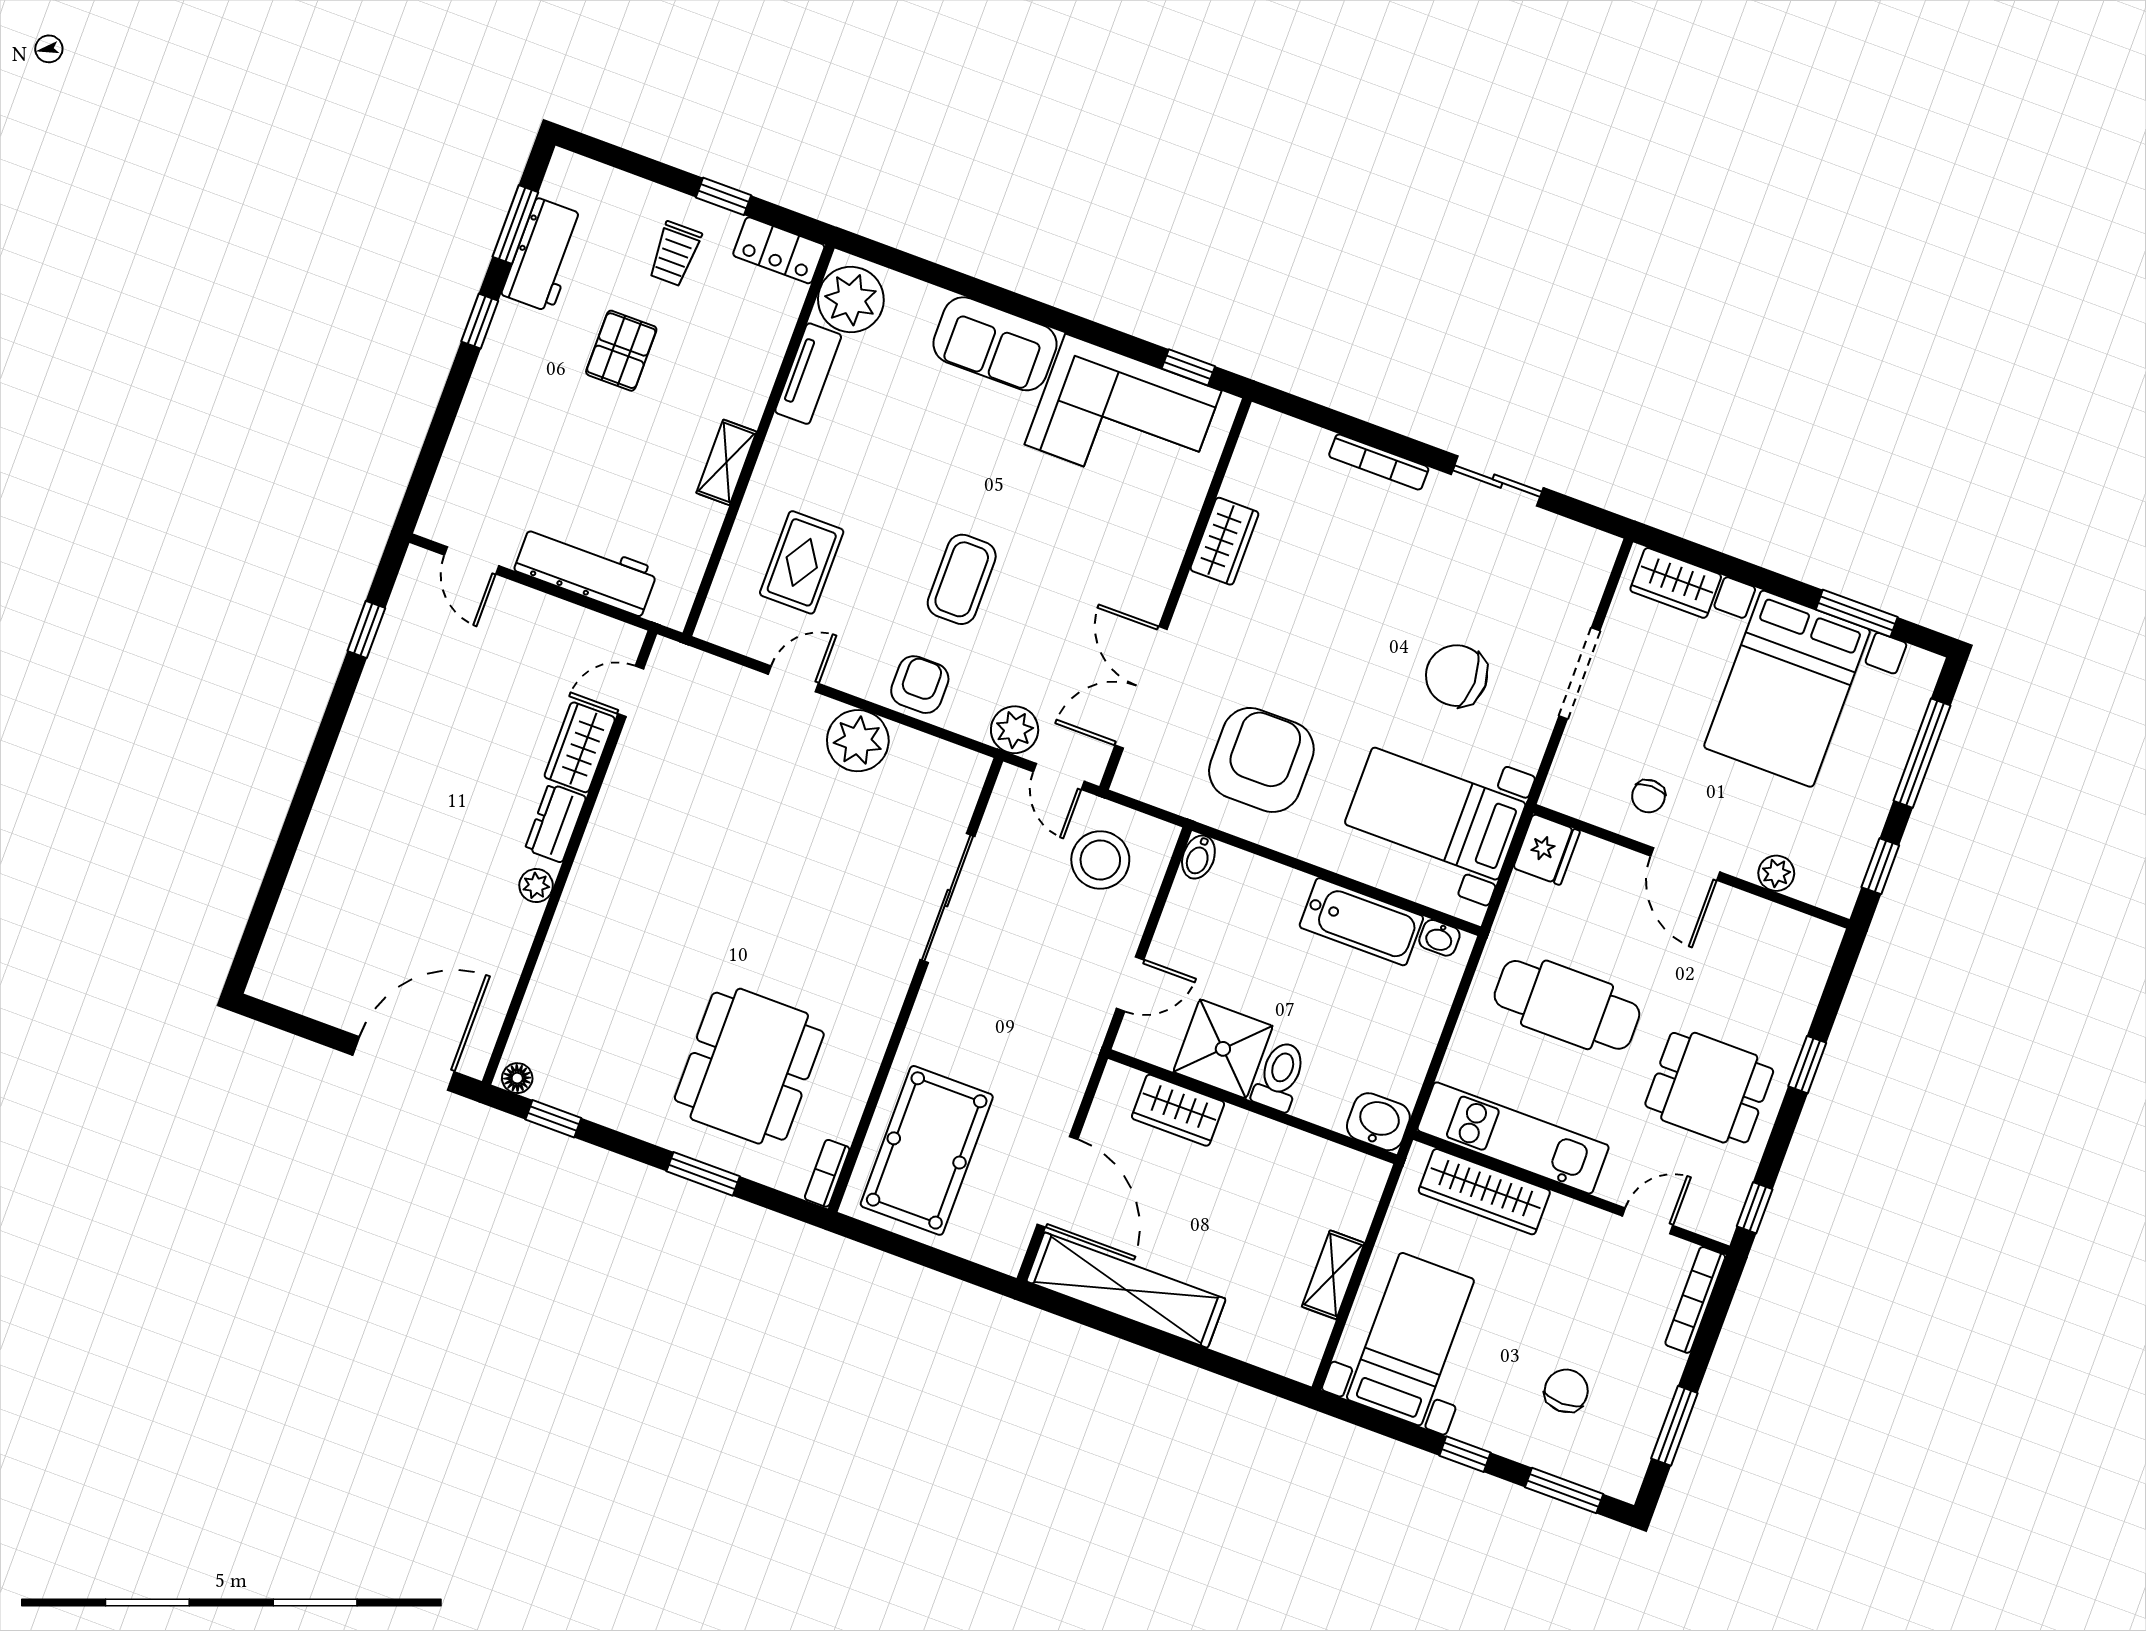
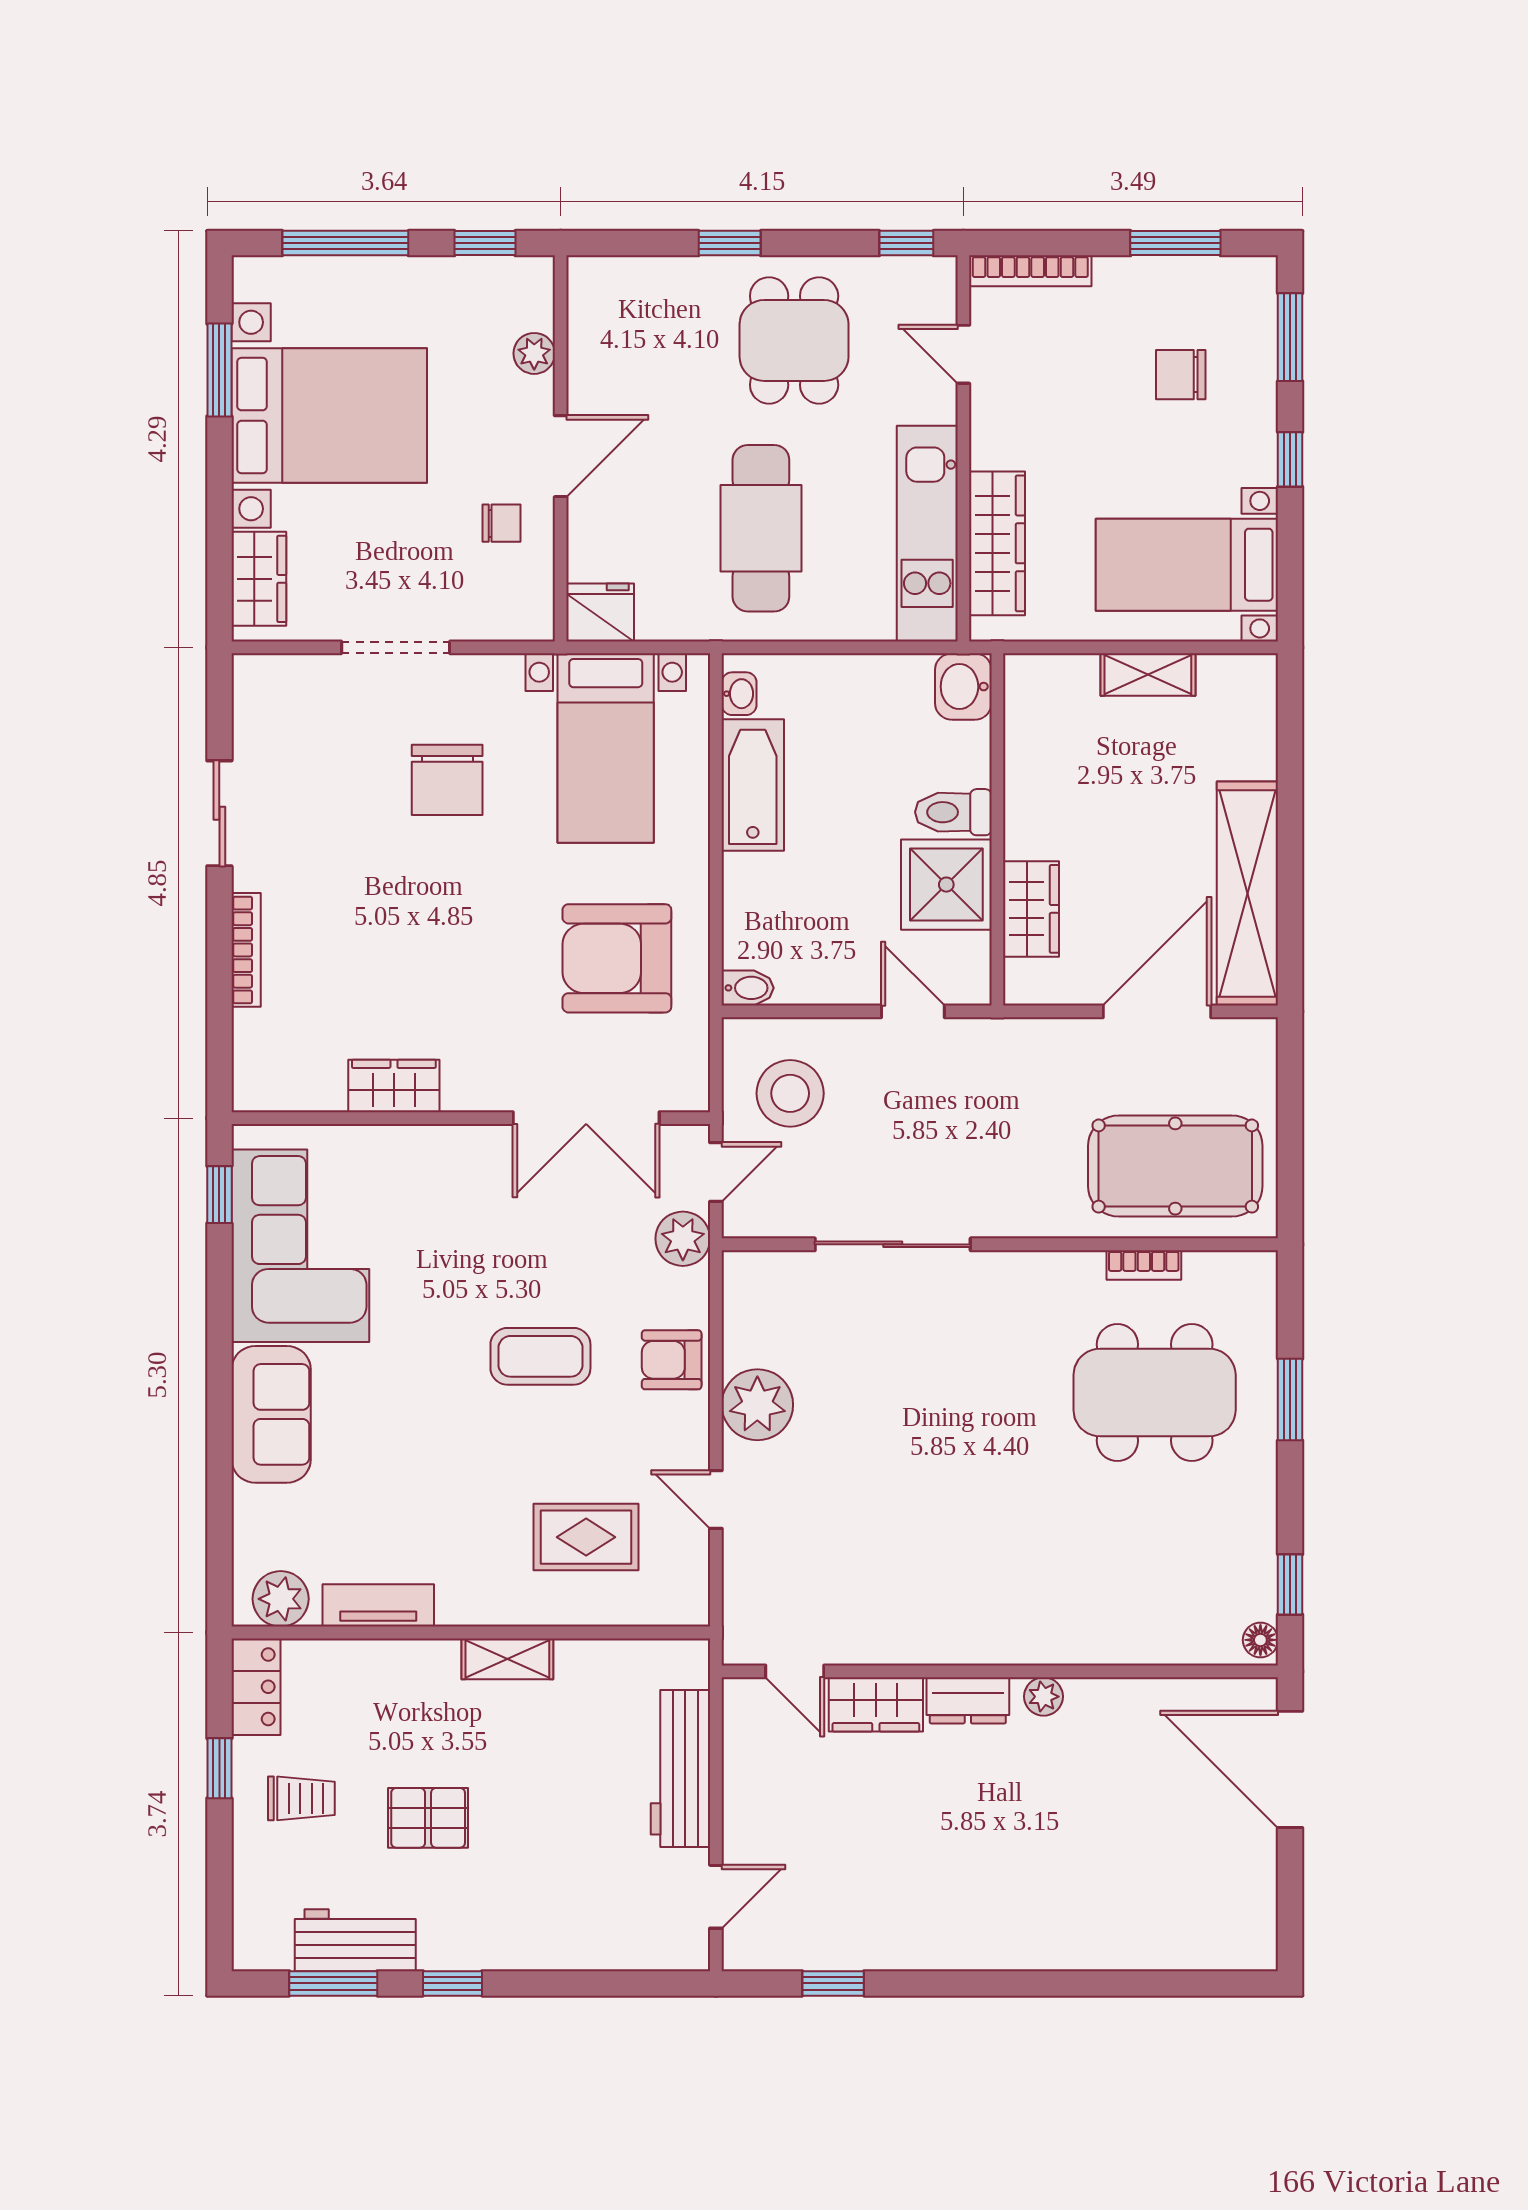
plant: (851, 300) -> (281, 1599), width x0.73, depth x0.73
bookcase: (827, 1173) -> (1144, 1265), moved

